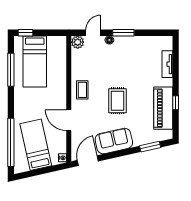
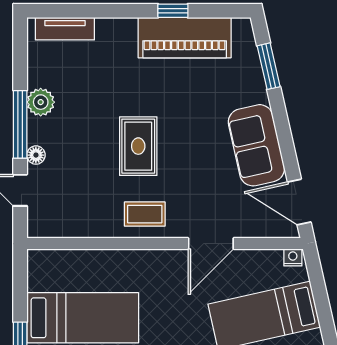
window: (123, 33) -> (20, 124), width x1.44
plant: (78, 42) -> (41, 102), moved
tv unit: (167, 64) -> (65, 29), moved
rug: (118, 101) -> (138, 146), moved, turned 90

